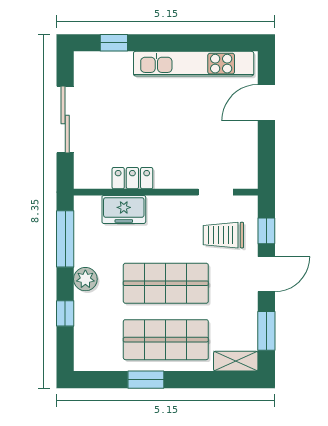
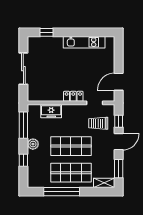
kitchen unit: (194, 64) -> (84, 42), width x0.73
door: (266, 103) -> (119, 82), moved
locker: (132, 178) -> (73, 96), moved
window: (146, 380) -> (62, 192), width x2.11

